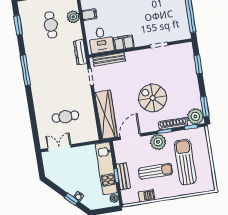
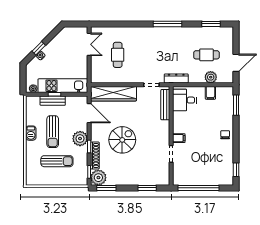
filing cabinet: (124, 43) -> (179, 138), moved, width x0.50
sun lounger: (185, 162) -> (57, 161), width x0.73, depth x0.75
barbecue: (147, 196) -> (31, 133), moved

